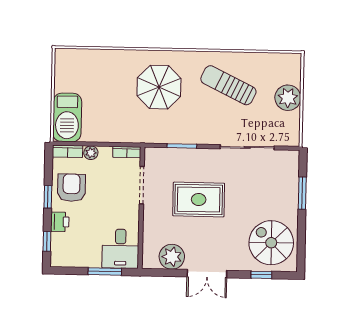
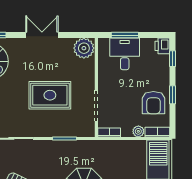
printer: (60, 222) -> (162, 46), moved
desk: (120, 249) -> (125, 54), moved
plant: (172, 257) -> (84, 48), moved

